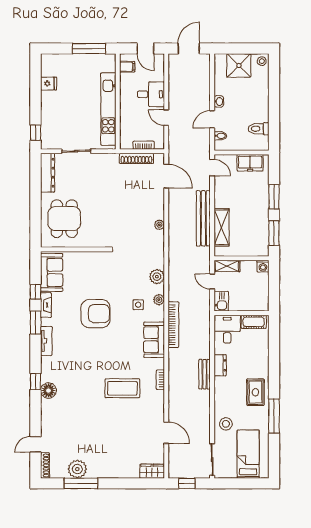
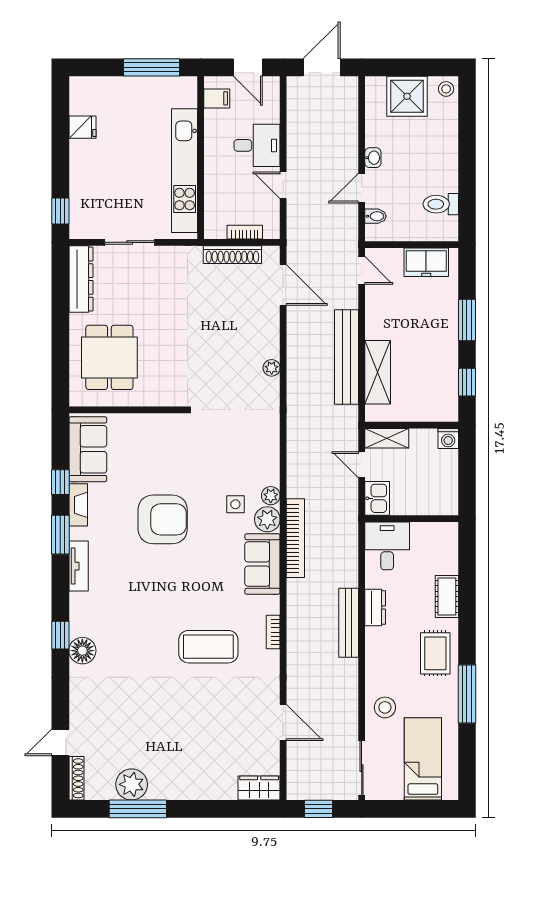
window: (274, 233) -> (467, 382), width x0.67
plant: (157, 277) -> (267, 519), moved
cot: (254, 322) -> (447, 596), moved, turned 90
bench: (205, 374) -> (349, 623), width x1.36

